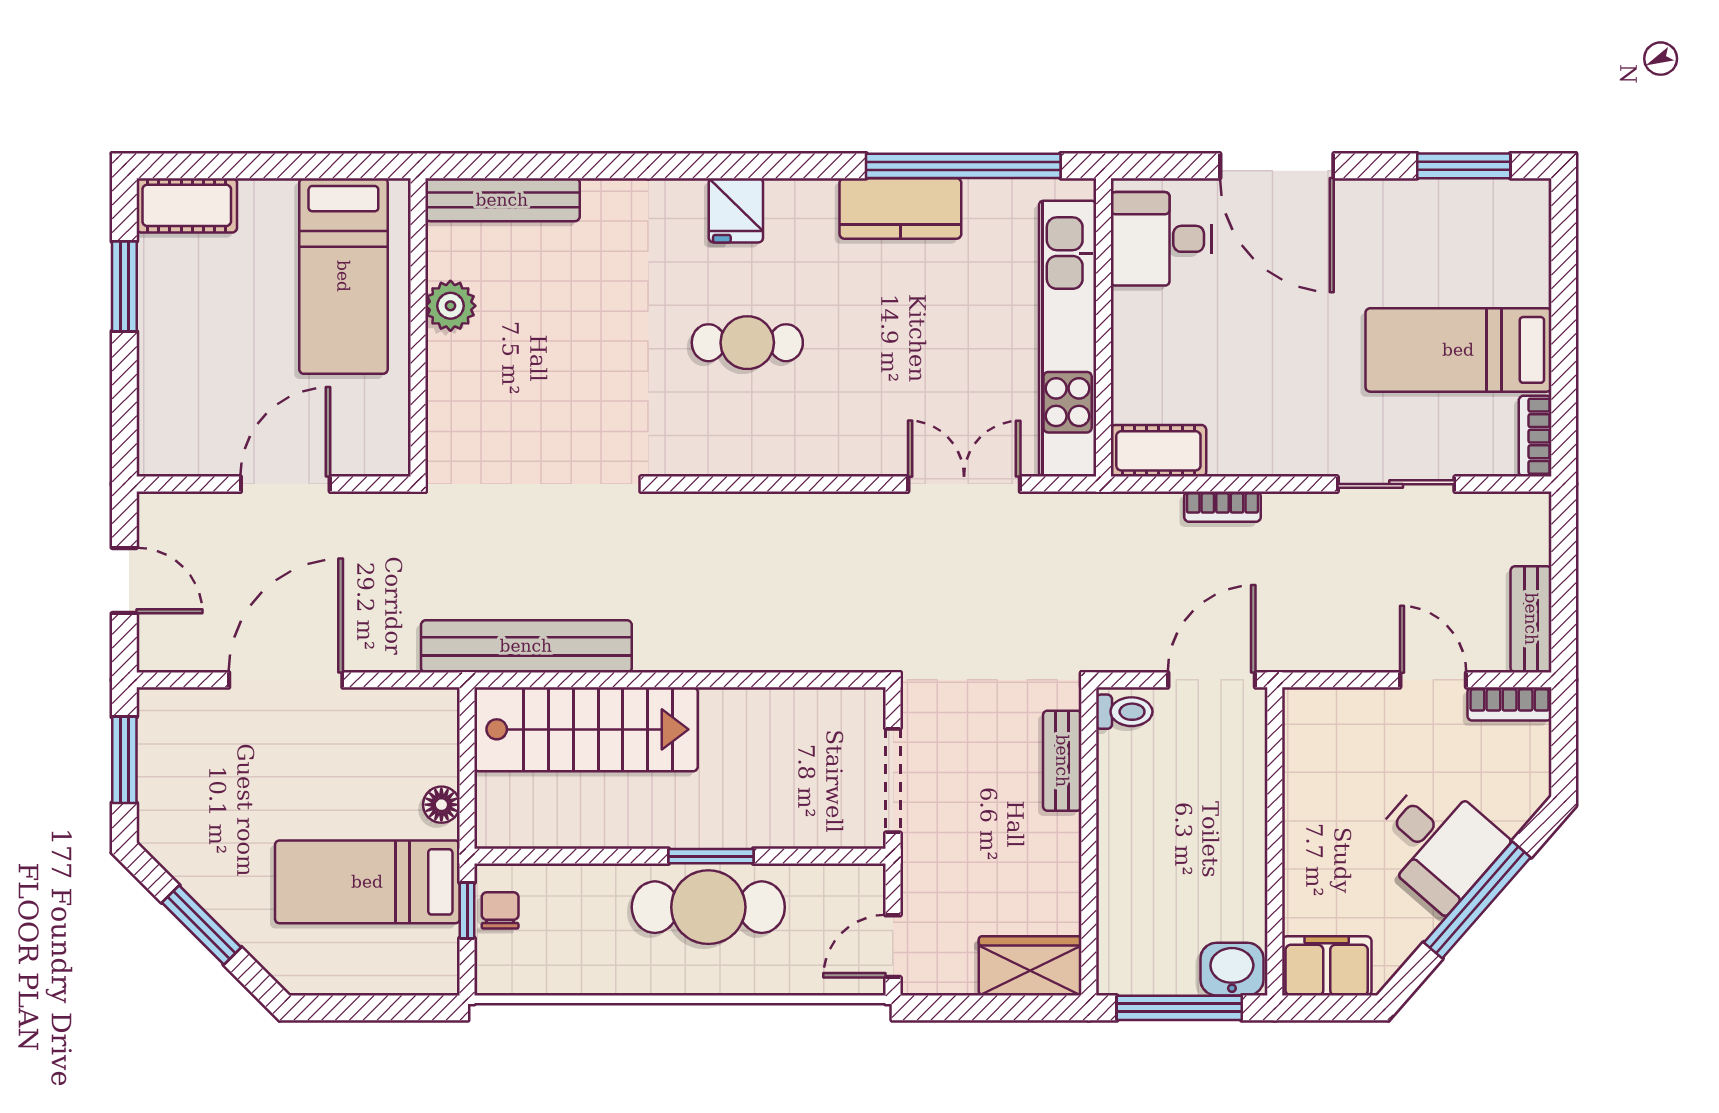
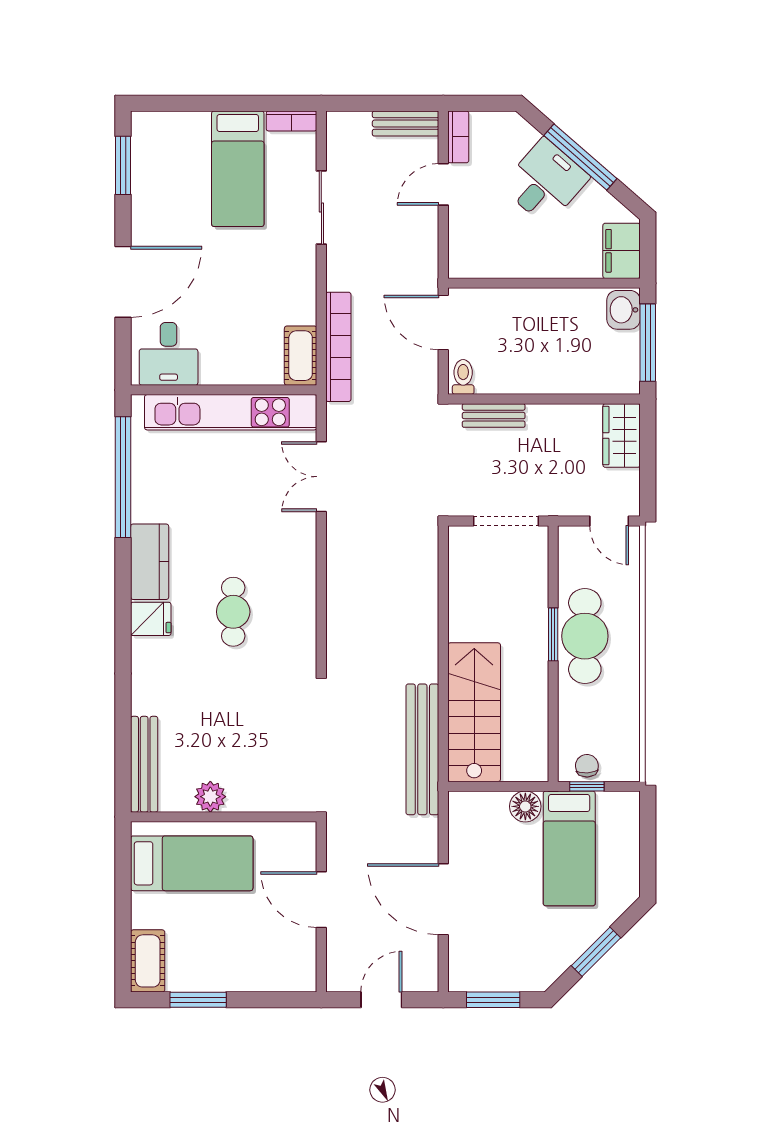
kitchen counter: (900, 208) -> (150, 562), moved
bookcase: (1222, 507) -> (338, 347), width x2.31, depth x1.31
floor lamp: (441, 805) -> (525, 806), width x1.37, depth x1.37
chair: (500, 910) -> (587, 766), turned 87

